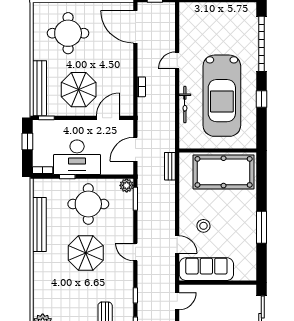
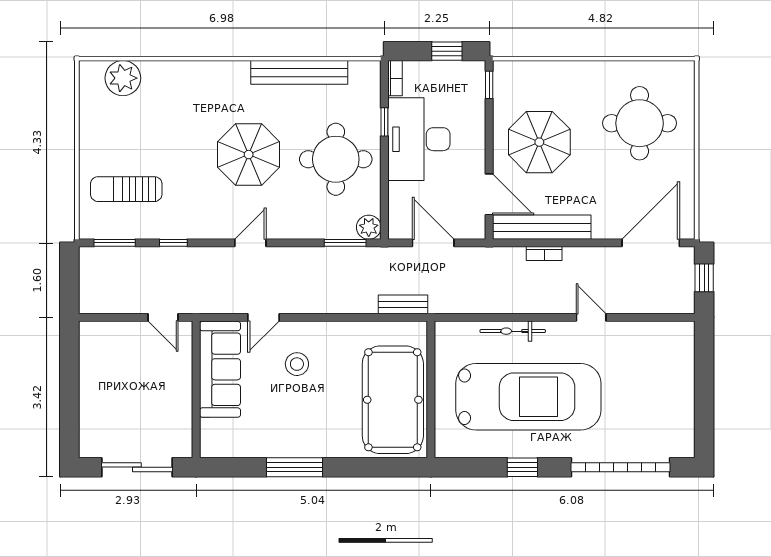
bench: (40, 88) -> (542, 227), moved
car: (222, 96) -> (528, 397), turned 180

